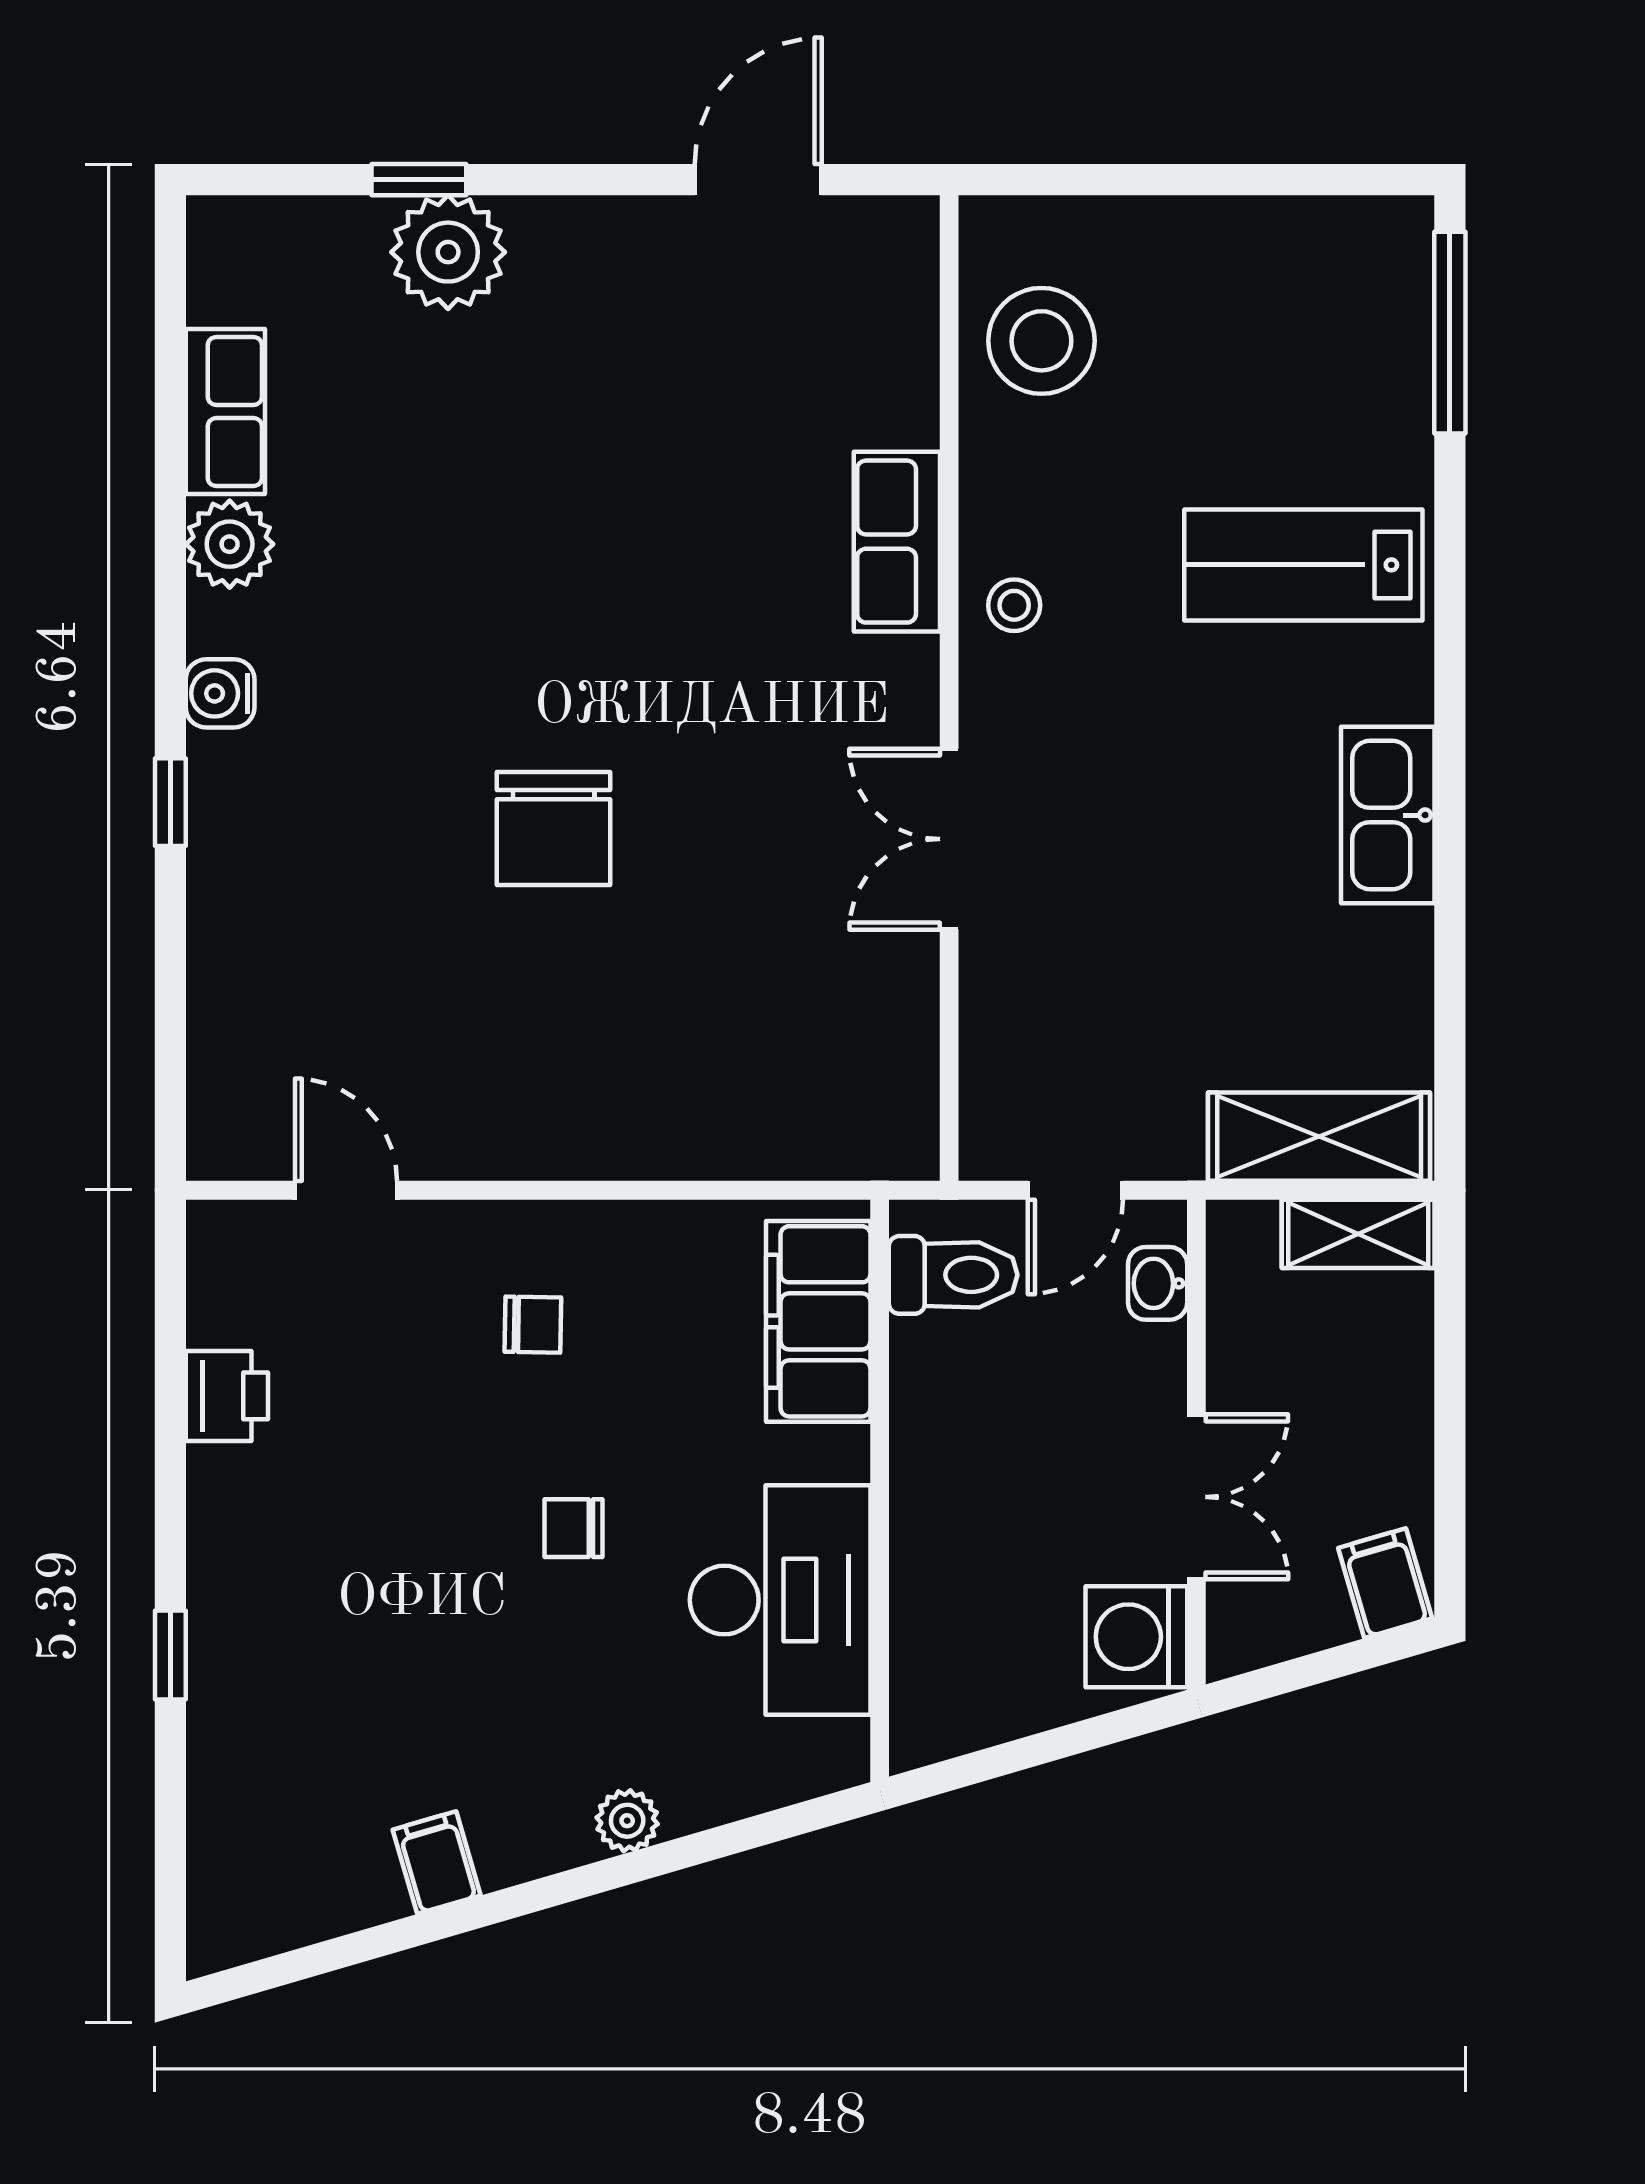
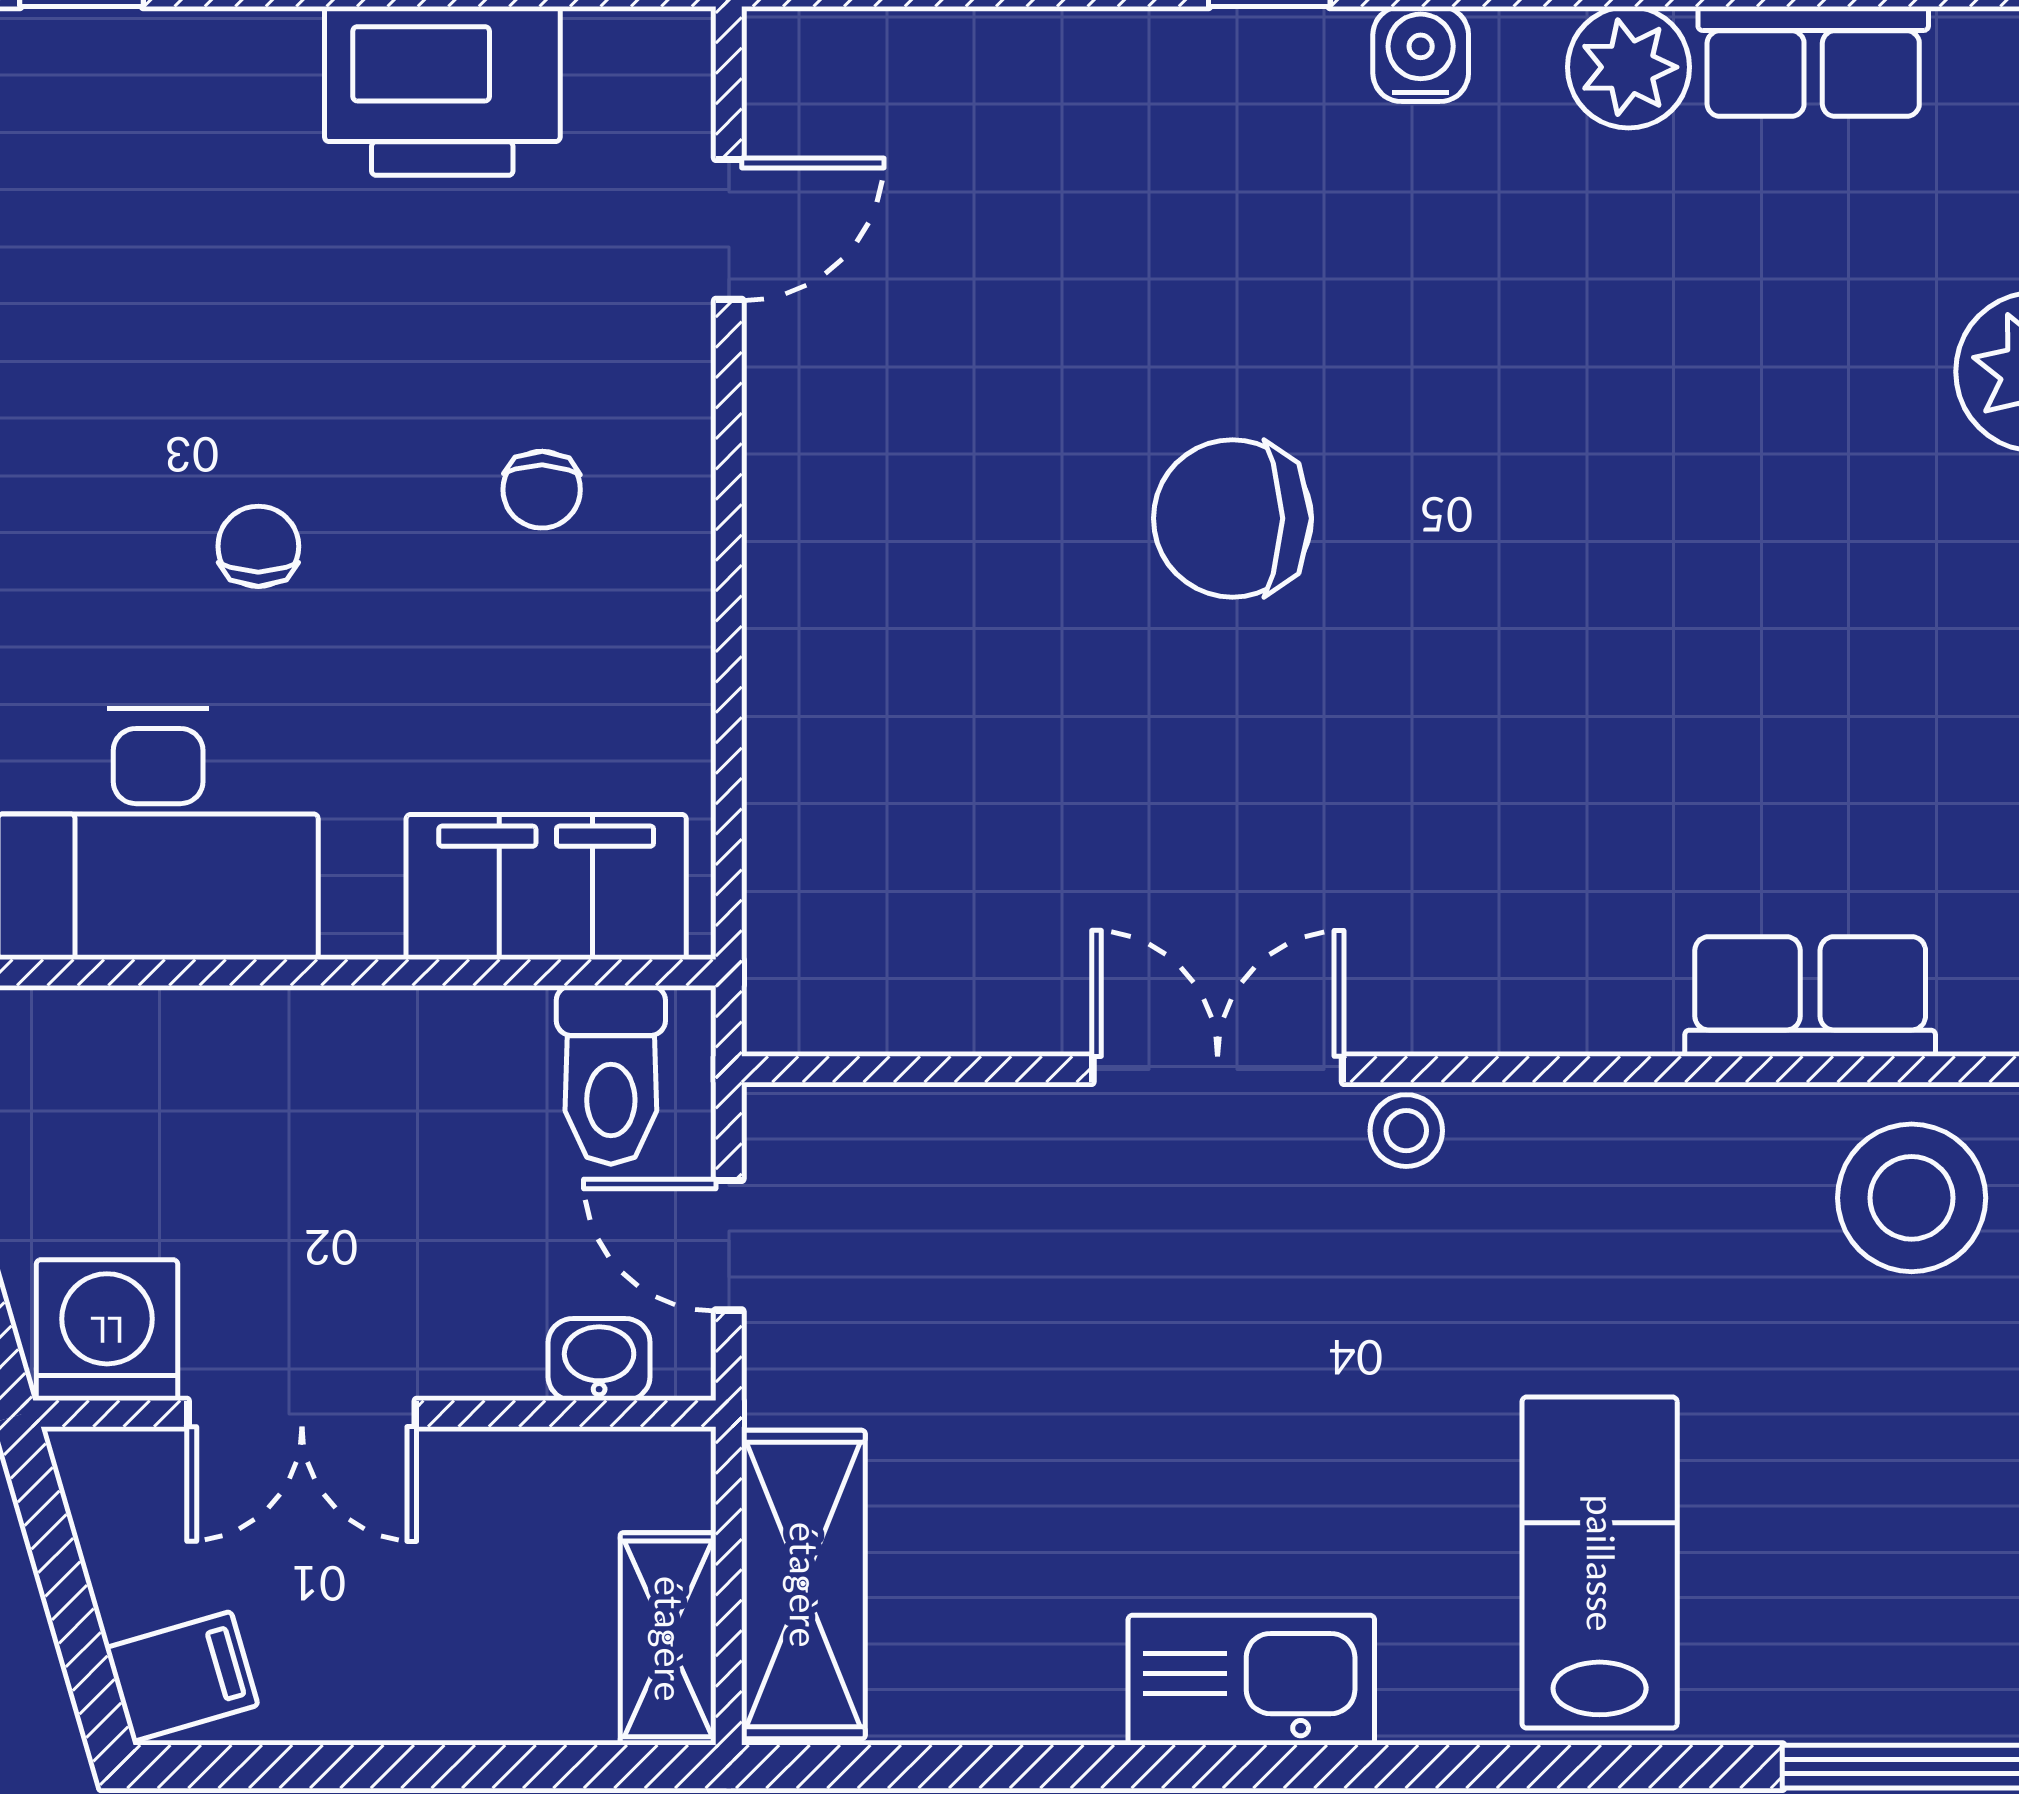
row of seats: (897, 542) -> (1810, 996), moved
stool: (1014, 605) -> (1406, 1131), moved
printer: (227, 1396) -> (442, 91), width x1.87, depth x1.48

